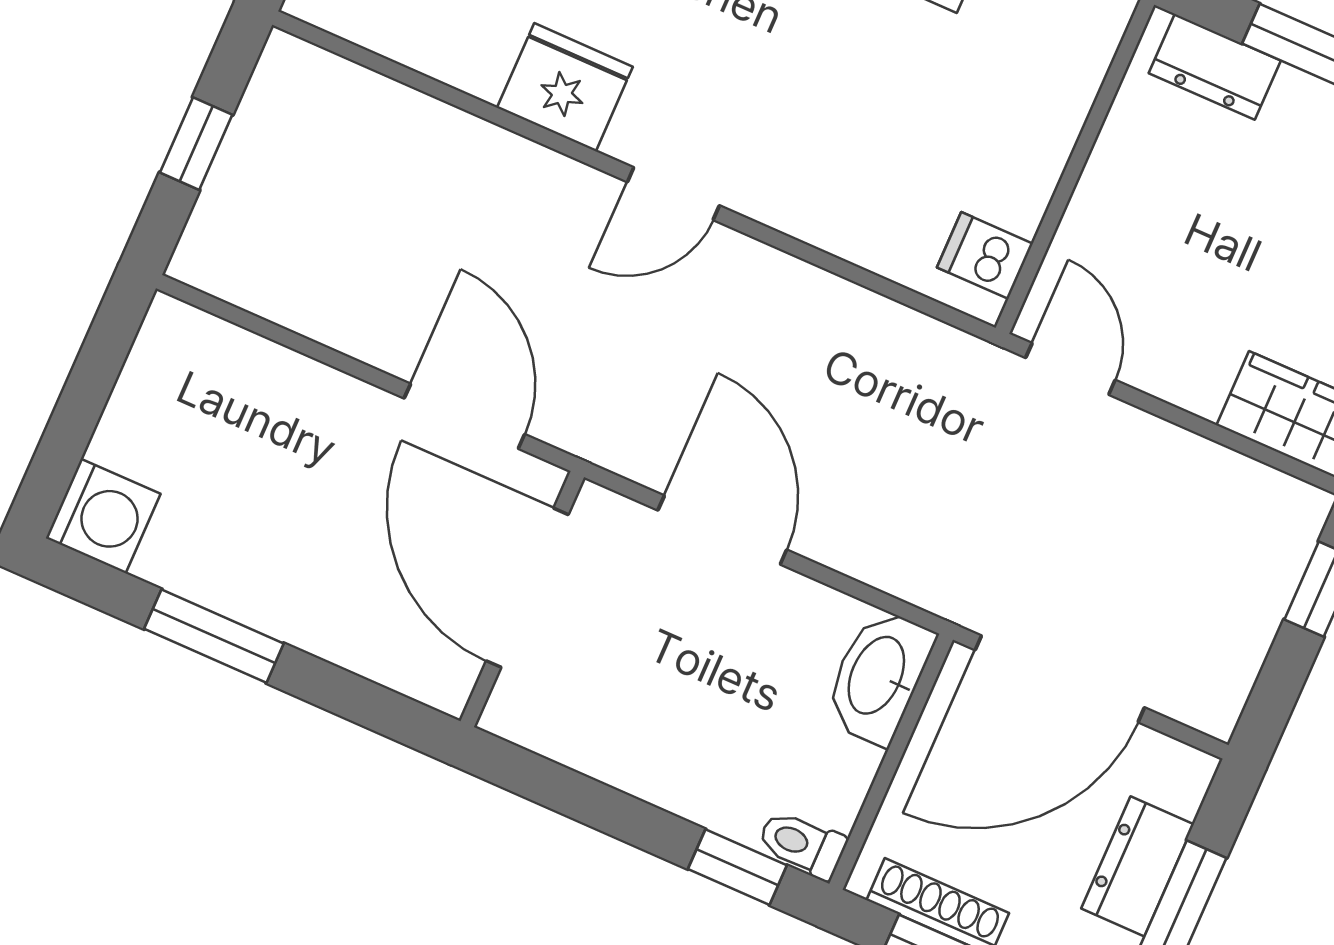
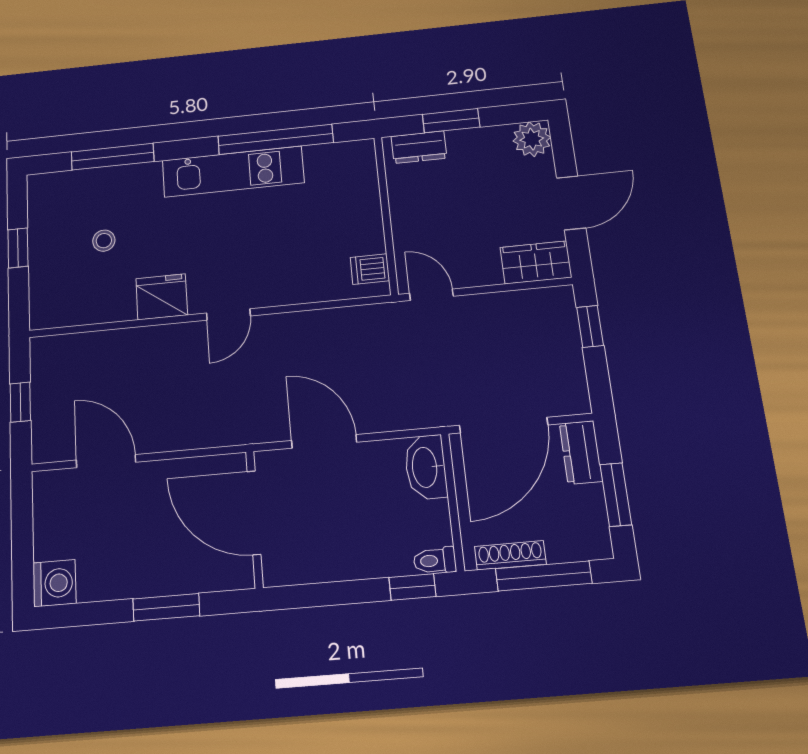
door: (464, 416) -> (106, 461), moved
window: (214, 636) -> (166, 607), moved
dresser: (1138, 866) -> (581, 452), moved

